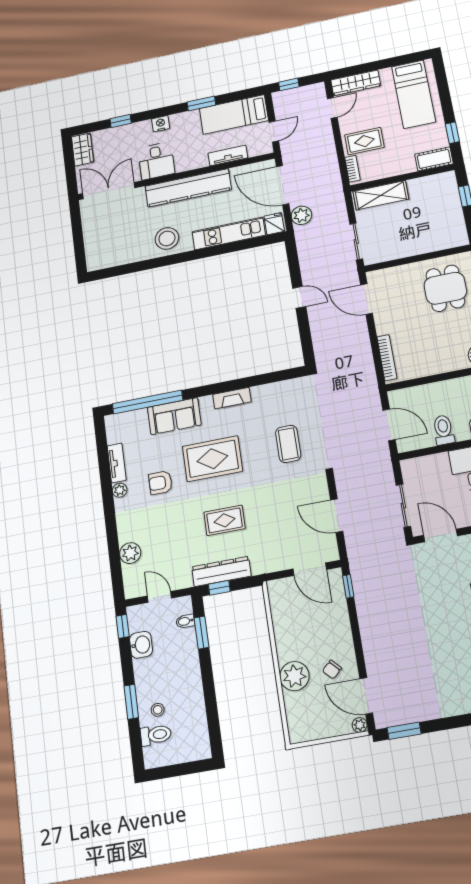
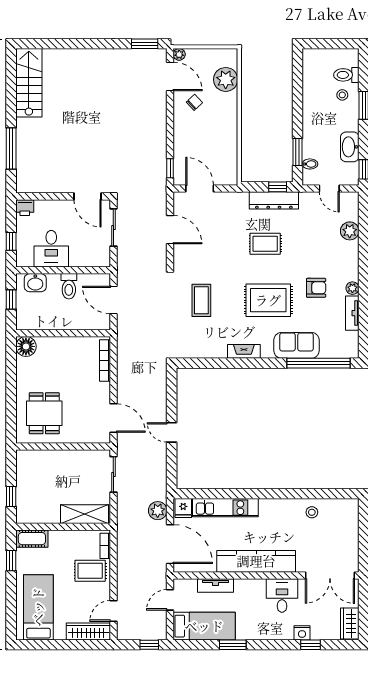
nightstand: (161, 124) -> (302, 633), moved
stool: (167, 238) -> (312, 512), moved, width x0.53, depth x0.53
washbasin: (141, 645) -> (350, 147), width x1.38
plant: (294, 676) -> (226, 79), moved

